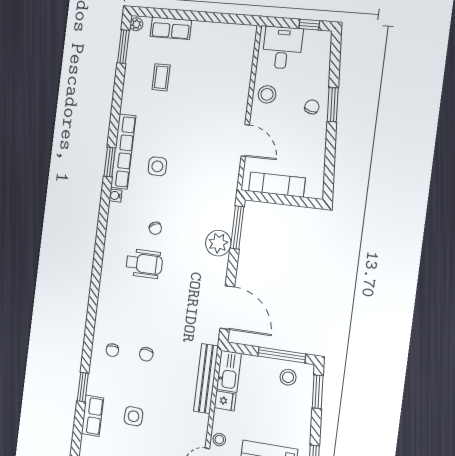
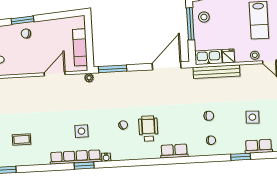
stool: (267, 94) -> (22, 65), removed
plant: (218, 243) -> (89, 78), moved, width x0.53, depth x0.53
row of seats: (107, 295) -> (174, 151), added

